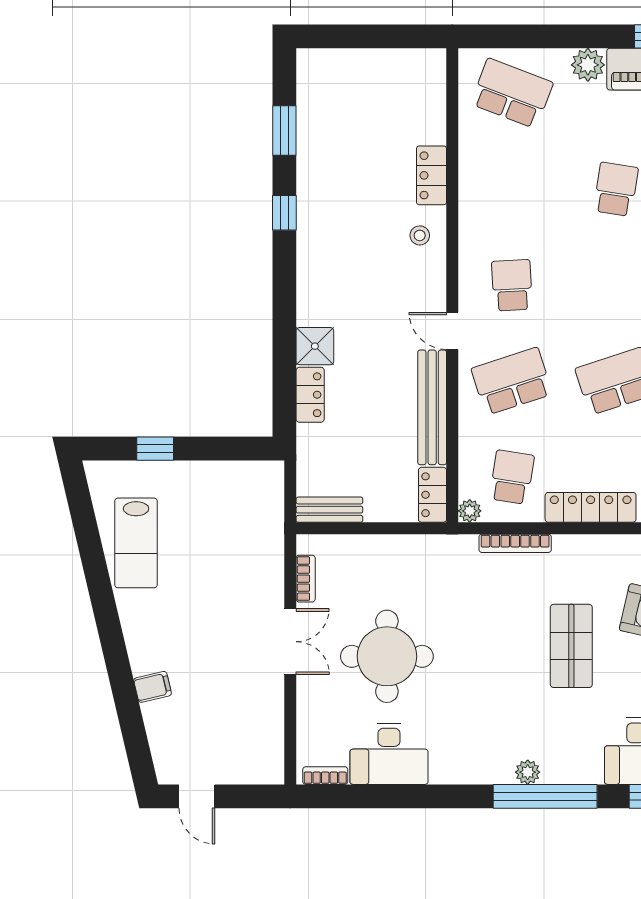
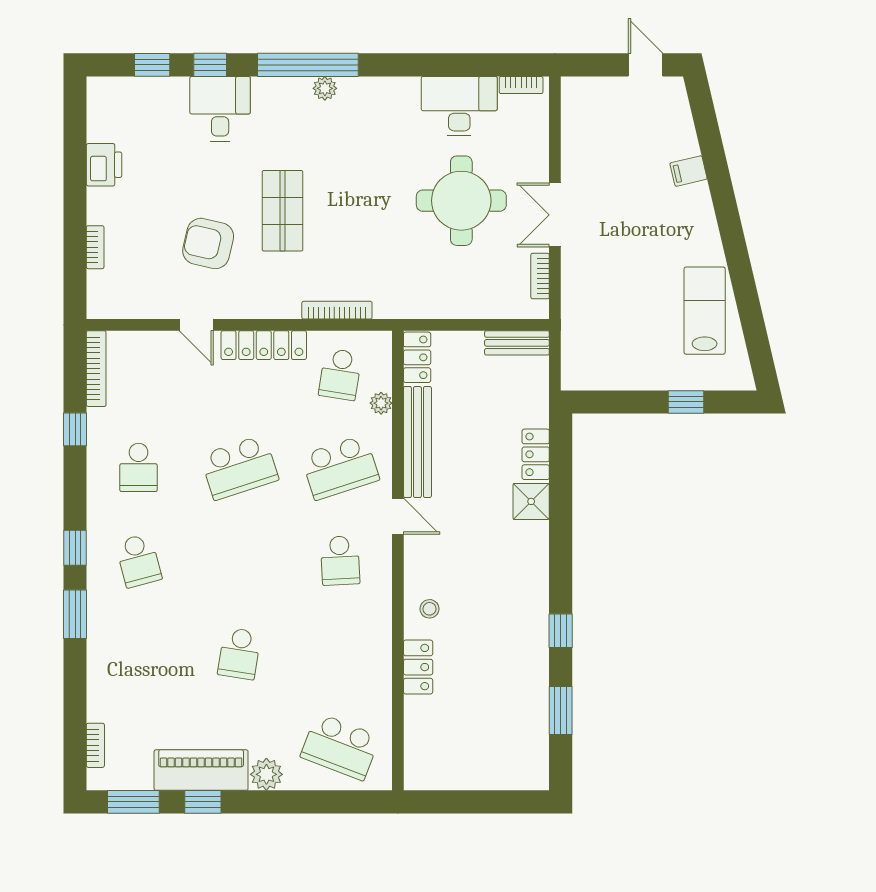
plant: (470, 511) -> (381, 403), moved

